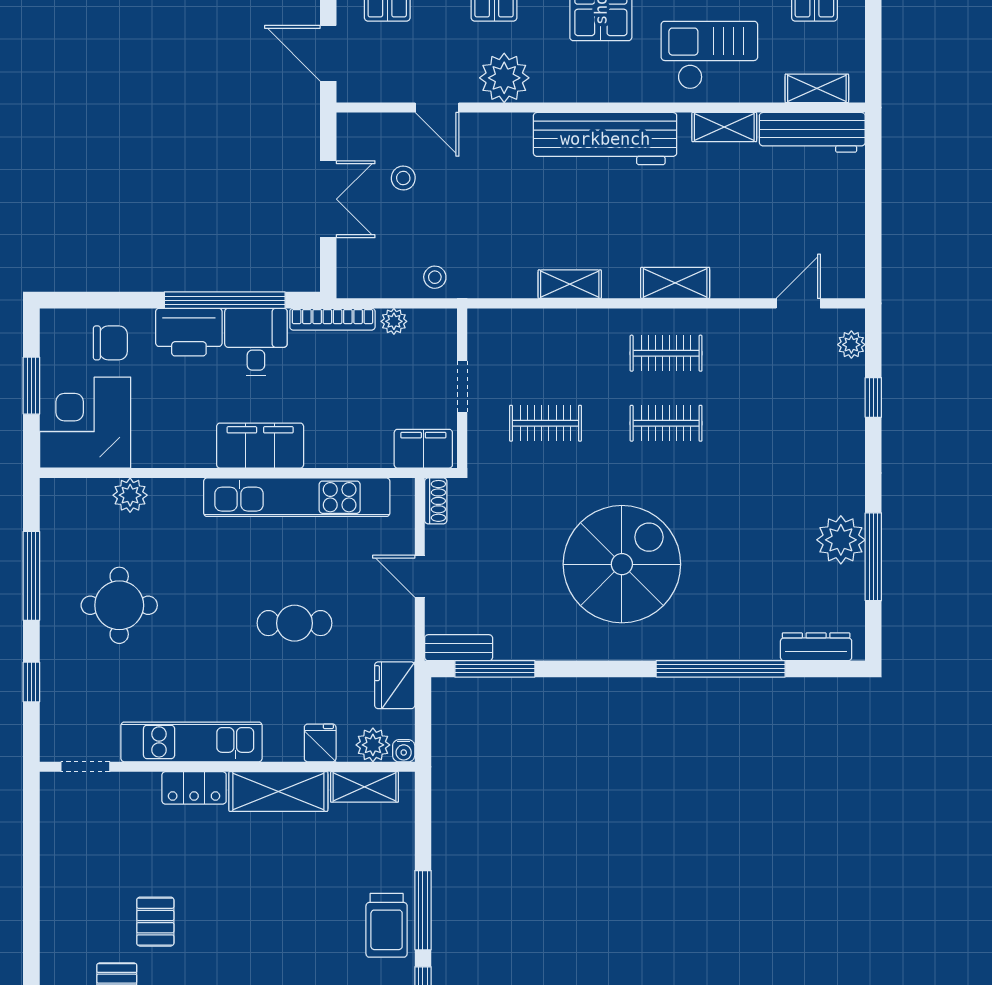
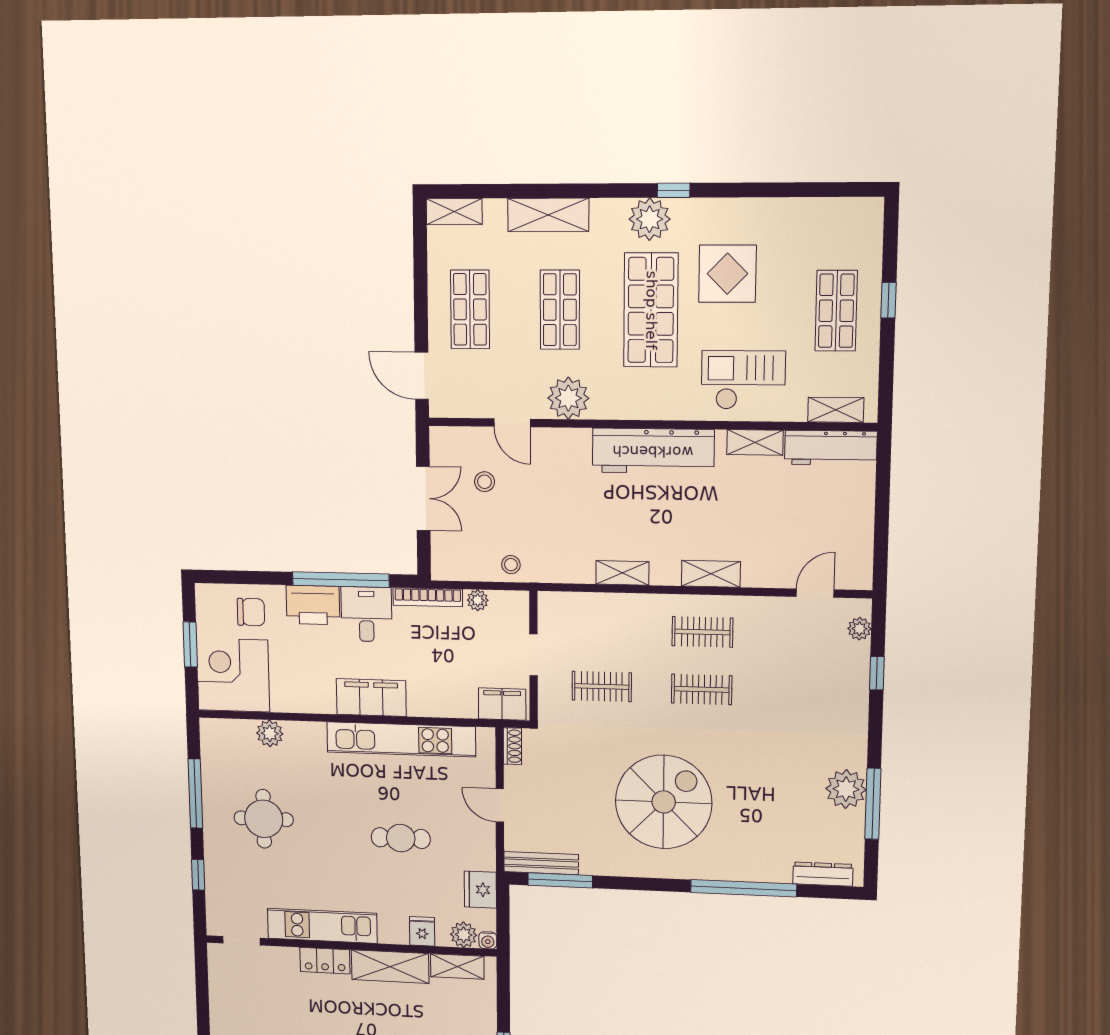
bench: (459, 648) -> (541, 863), width x1.36

